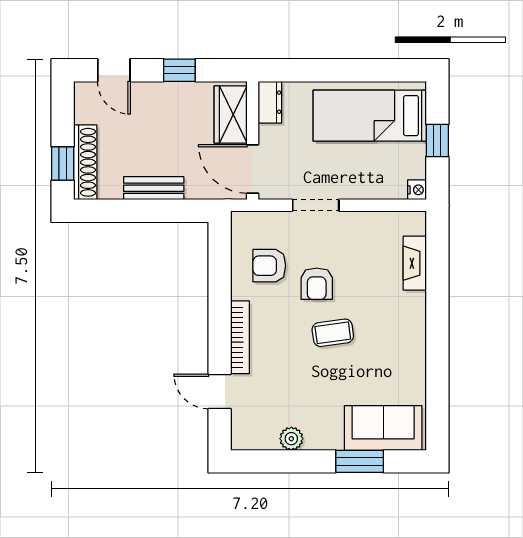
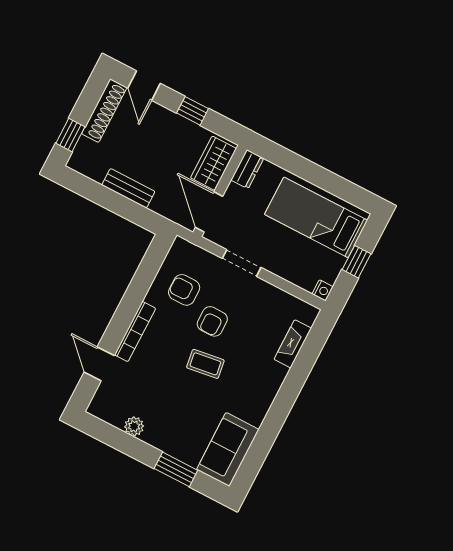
shoe rack: (85, 162) -> (104, 111), moved
sofa: (383, 428) -> (228, 449), moved, turned -90

